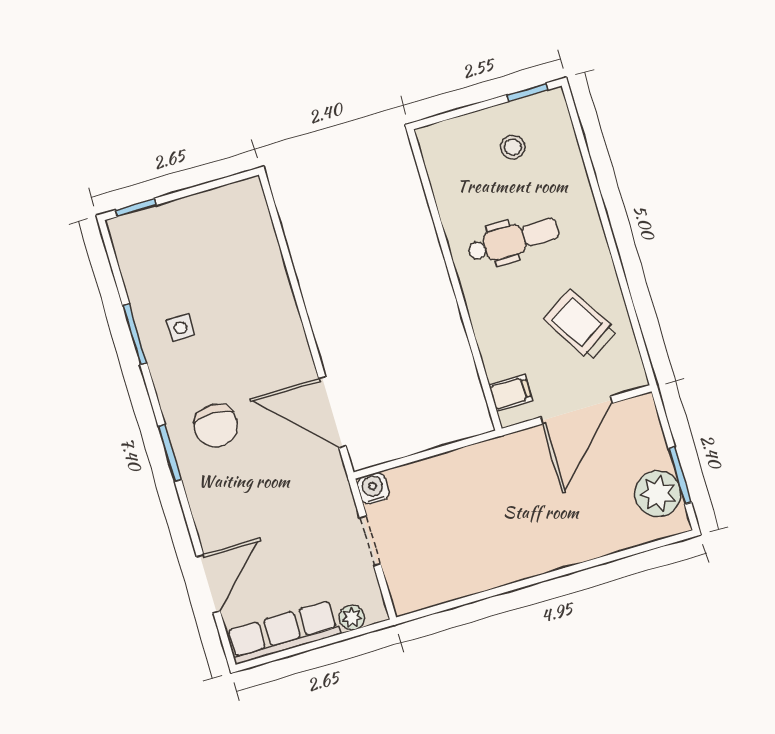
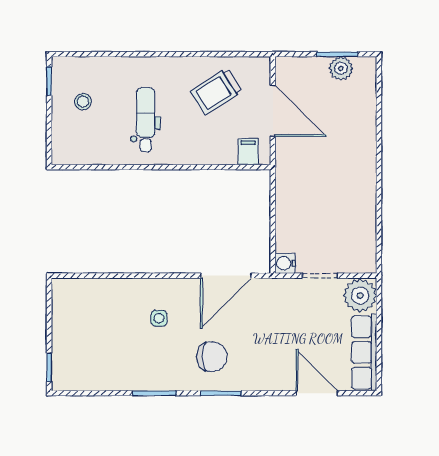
side table: (181, 328) -> (159, 318), moved
window: (135, 334) -> (154, 393), moved
plant: (658, 494) -> (341, 68), width x0.73, depth x0.73
plant: (352, 617) -> (360, 295), width x1.87, depth x1.87

